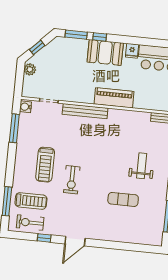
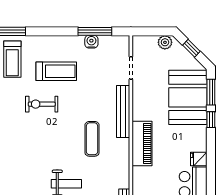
booth: (105, 52) -> (188, 97), moved, width x1.36, depth x1.42
water cooler: (25, 107) -> (91, 42), moved
treadmill: (45, 165) -> (56, 71), turned 180
exercise mat: (123, 199) -> (92, 139), moved

